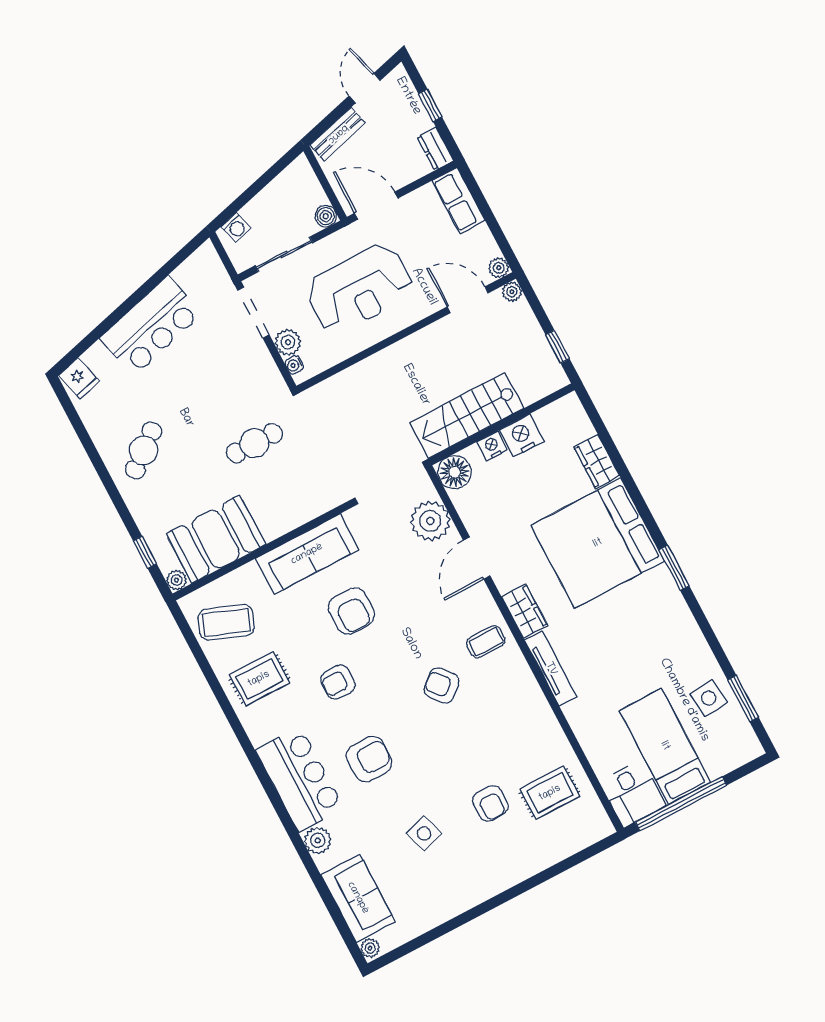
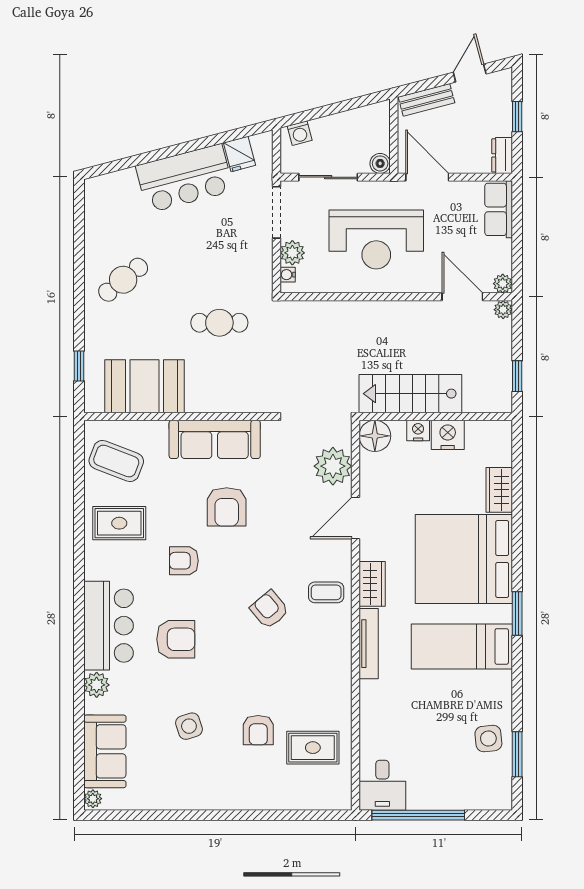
fridge: (79, 378) -> (240, 154), moved
plant: (177, 580) -> (93, 403), removed
bed: (665, 746) -> (462, 646), moved, turned -90

